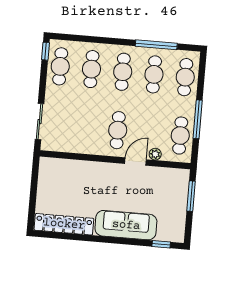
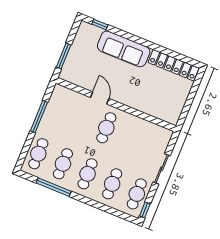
sliding door: (39, 122) -> (162, 169), moved
cafe table: (180, 136) -> (57, 108), removed
plant: (155, 154) -> (82, 99), removed
door: (136, 162) -> (100, 98), swing flipped

